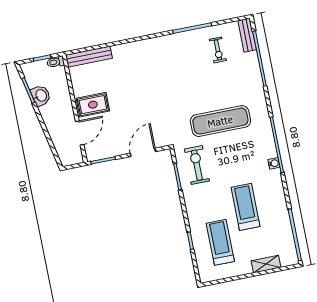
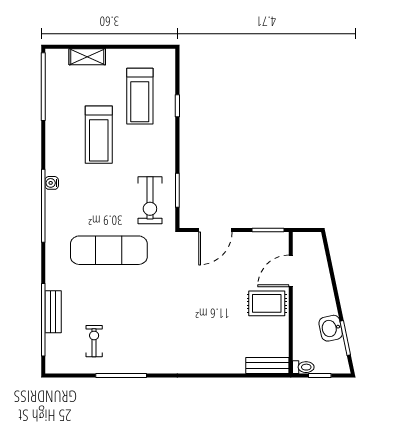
bench: (247, 35) -> (53, 312), moved
bench: (89, 57) -> (267, 365), width x0.73

